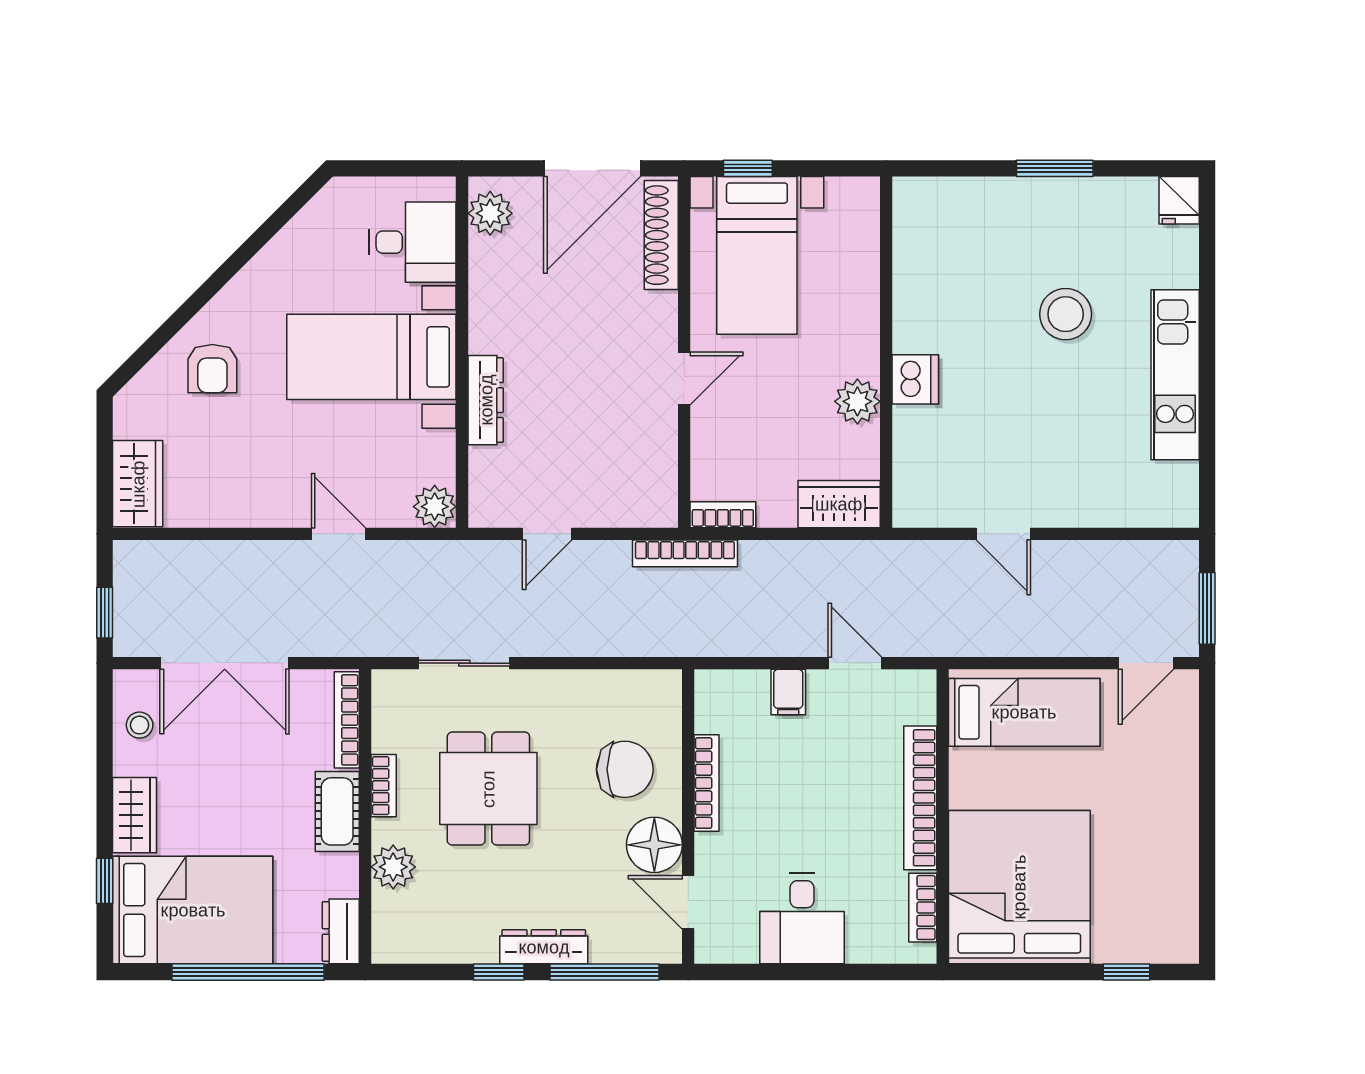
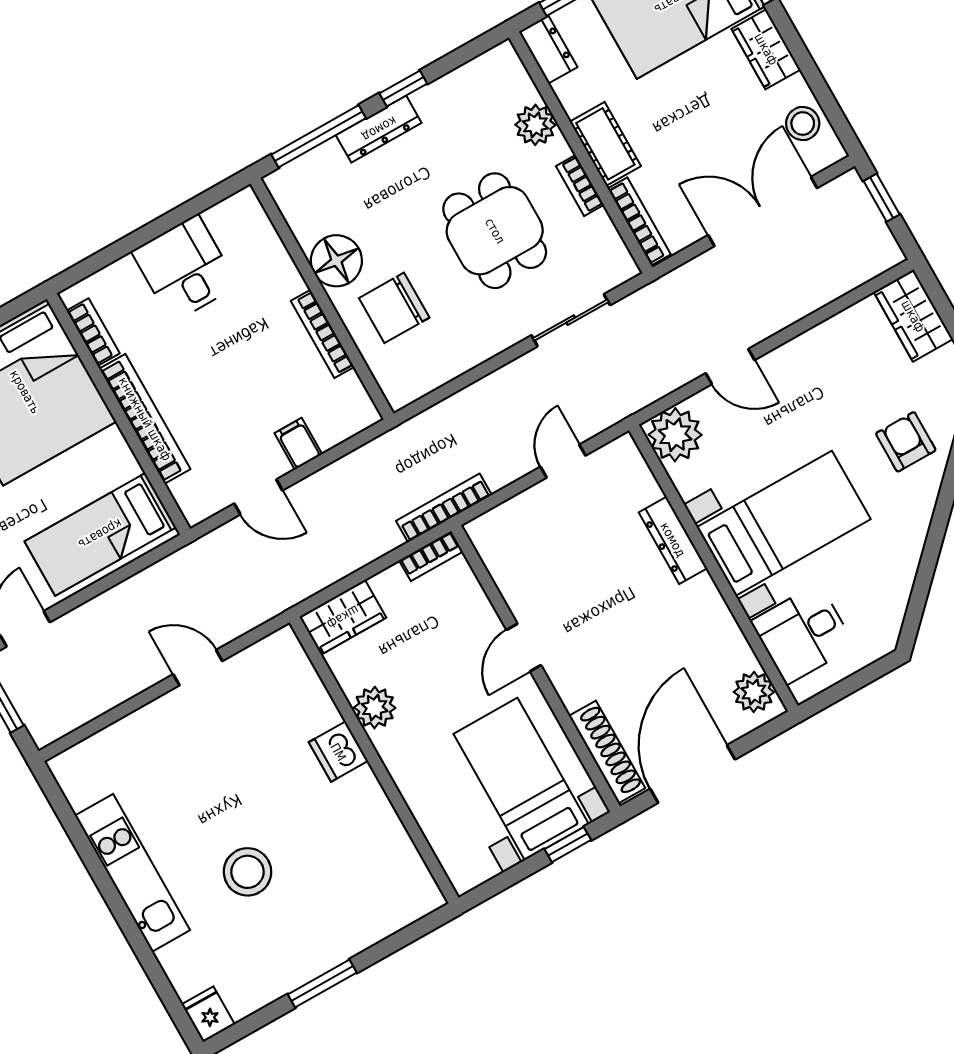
plant: (435, 507) -> (675, 435), width x1.36, depth x1.36
stool: (140, 725) -> (803, 123), width x1.37, depth x1.37
door: (688, 902) -> (283, 230), removed

